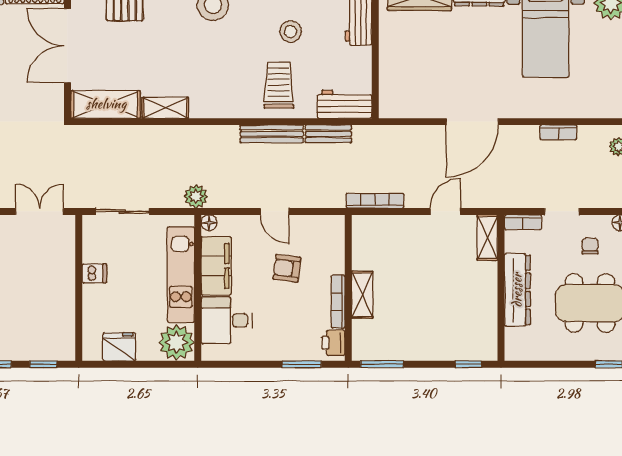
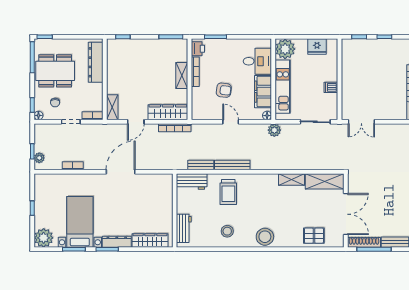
stool: (290, 32) -> (227, 231), moved
wardrobe: (387, 229) -> (168, 112), added
dresser: (517, 290) -> (96, 62), moved

